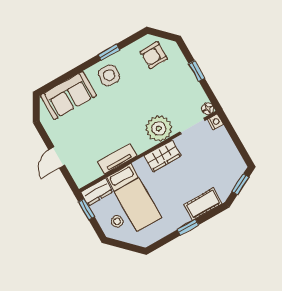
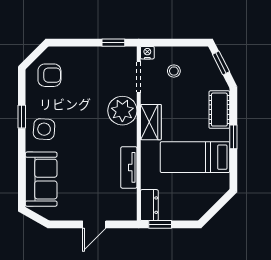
armchair: (154, 55) -> (49, 75), turned -90
window: (197, 71) -> (113, 43), moved
floor lamp: (208, 109) -> (130, 53), removed
door: (57, 157) -> (94, 224), hinge flipped
bed: (134, 198) -> (195, 157), moved, turned 180
stool: (117, 221) -> (174, 71), moved

